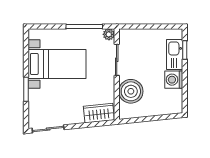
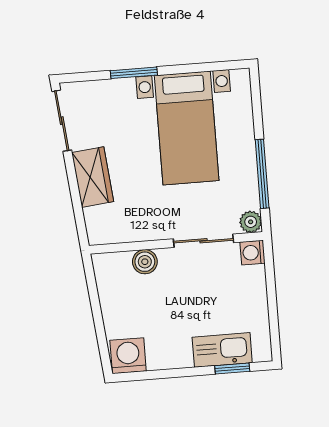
washing machine: (125, 35) -> (253, 253), added
washing machine: (174, 80) -> (128, 356), moved
boiler: (131, 91) -> (145, 262), width x0.54, depth x0.54
wardrobe: (99, 113) -> (93, 177), moved

